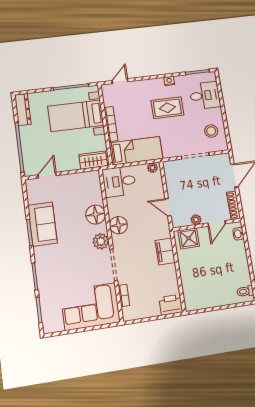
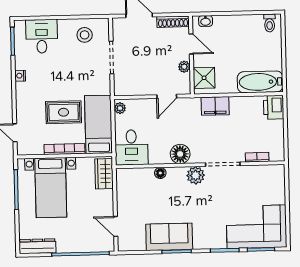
rug: (167, 108) -> (64, 112), moved, turned 90
floor lamp: (96, 215) -> (160, 173), width x0.53, depth x0.53
bathtub: (192, 290) -> (260, 82), added
corner sofa: (90, 307) -> (256, 227), moved, turned 90

